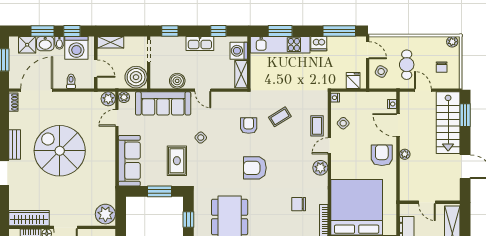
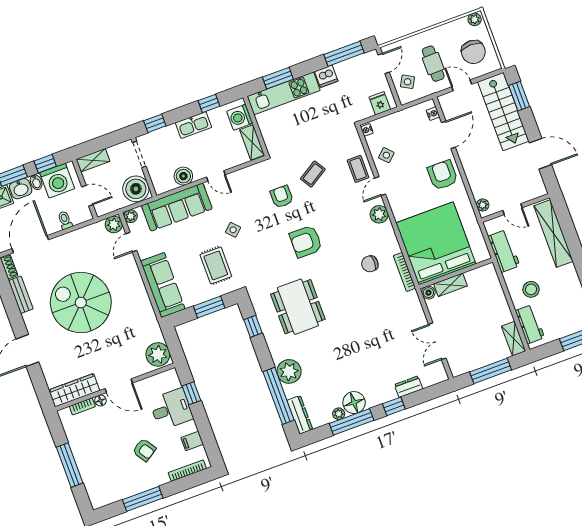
door: (368, 50) -> (384, 64), hinge flipped
chair: (442, 67) -> (473, 52), width x1.87, depth x1.87
door: (398, 125) -> (448, 135), swing flipped
bench: (15, 145) -> (21, 295), moved
plant: (405, 154) -> (483, 205), moved

